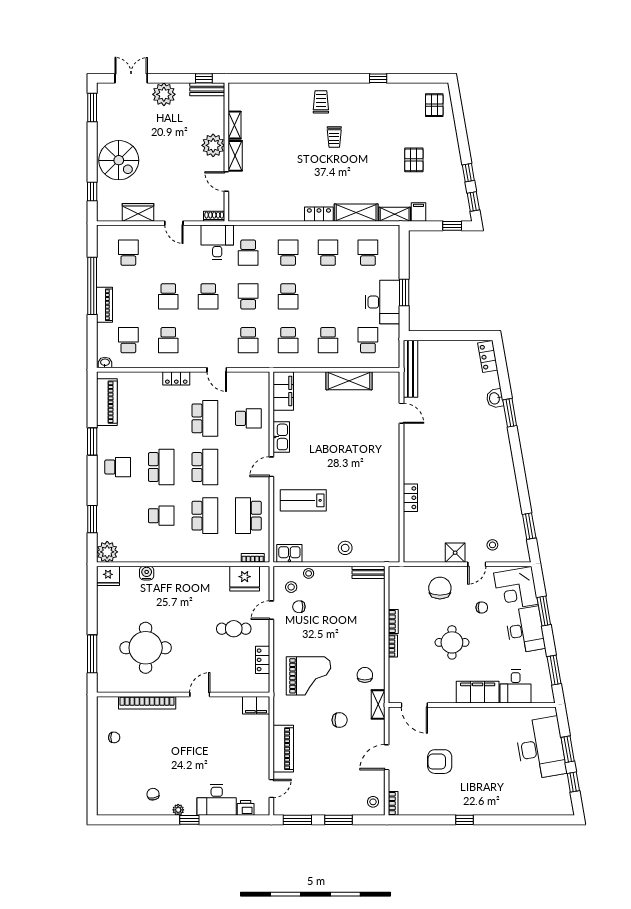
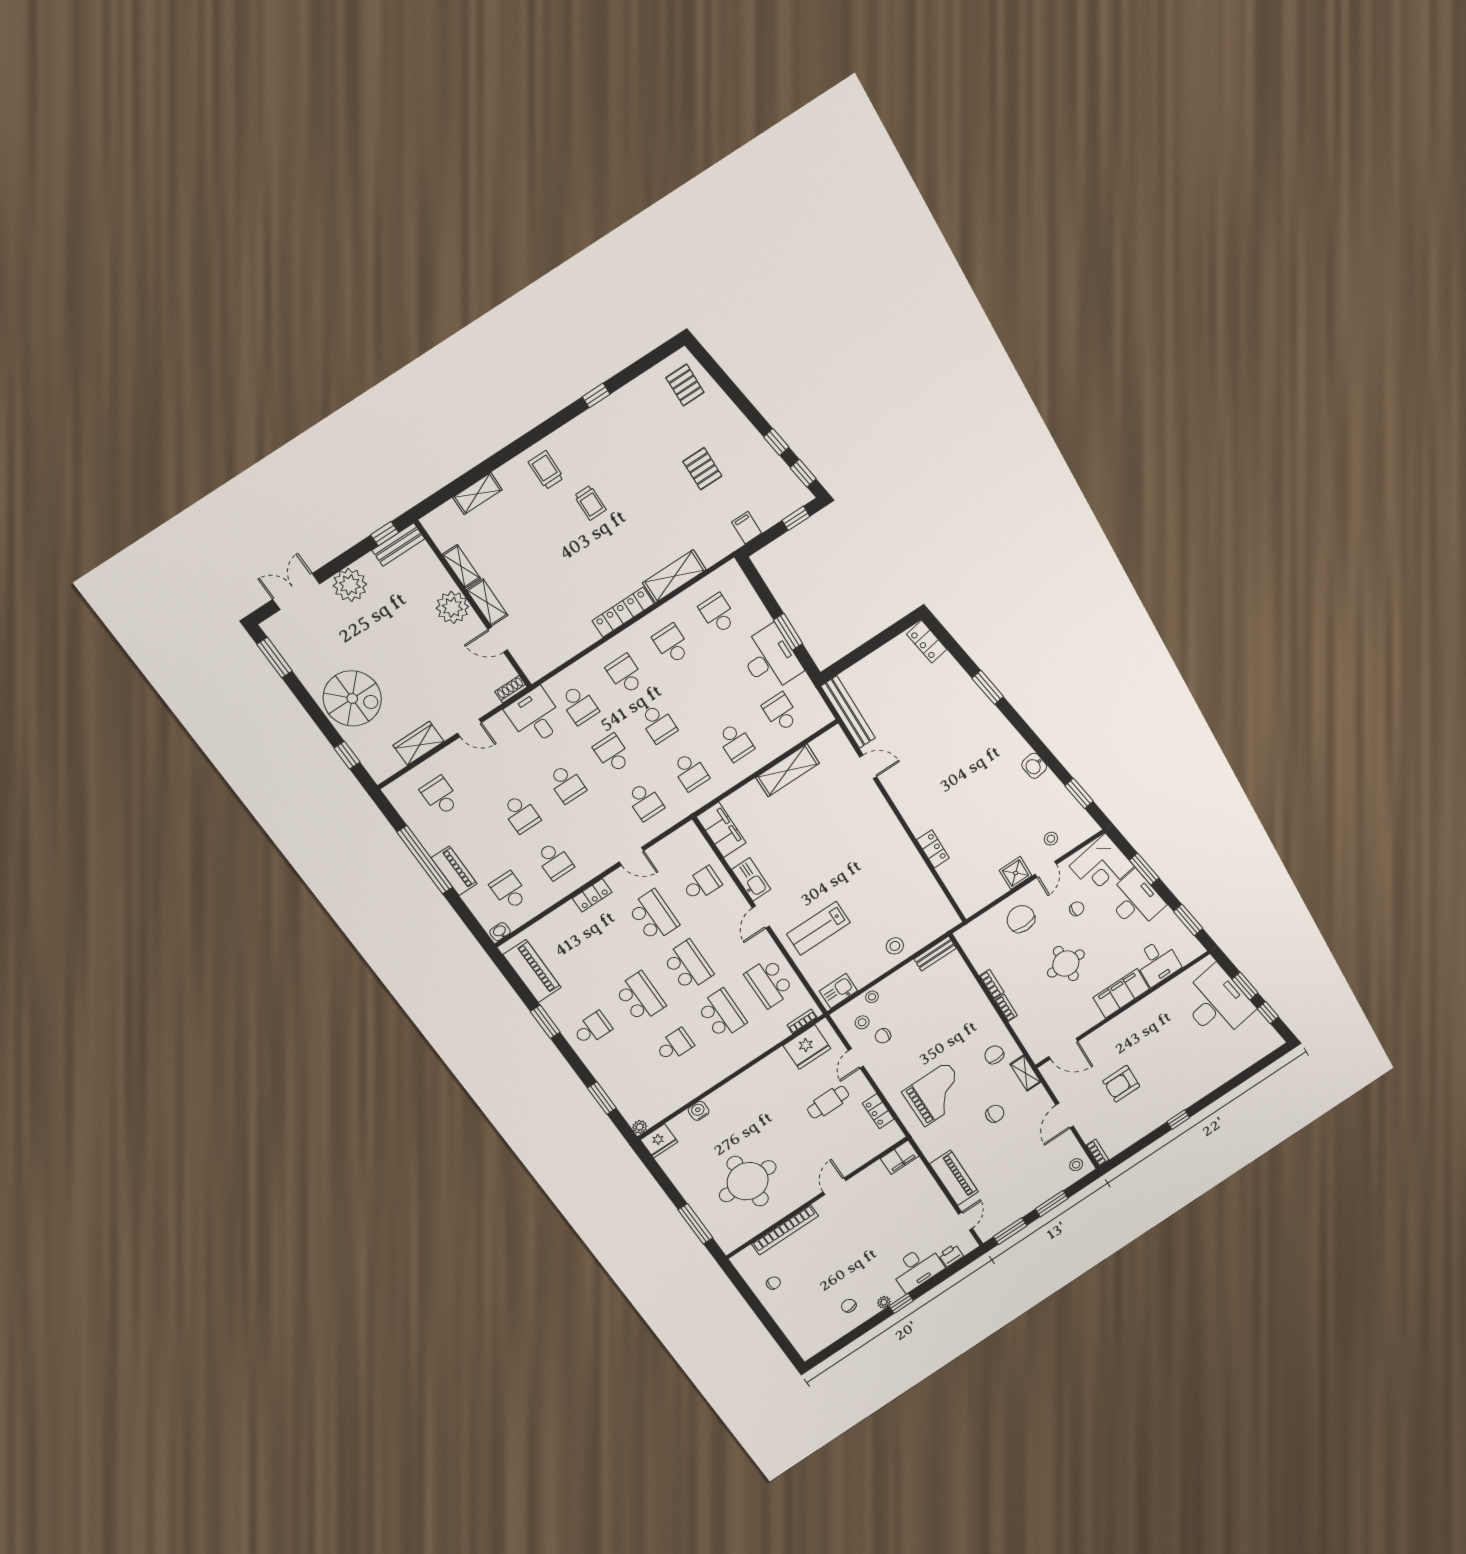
locker: (319, 214) -> (623, 612), width x1.53
shelving: (395, 214) -> (477, 494), moved
washbasin: (495, 398) -> (1034, 766), moved
plant: (107, 552) -> (640, 1127), width x0.53, depth x0.53

